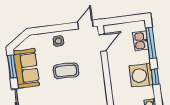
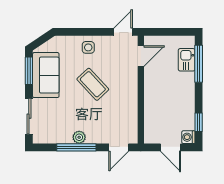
coffee table: (66, 71) -> (93, 84), turned 47
washing machine: (141, 75) -> (182, 101), removed
window: (155, 77) -> (199, 122), moved

